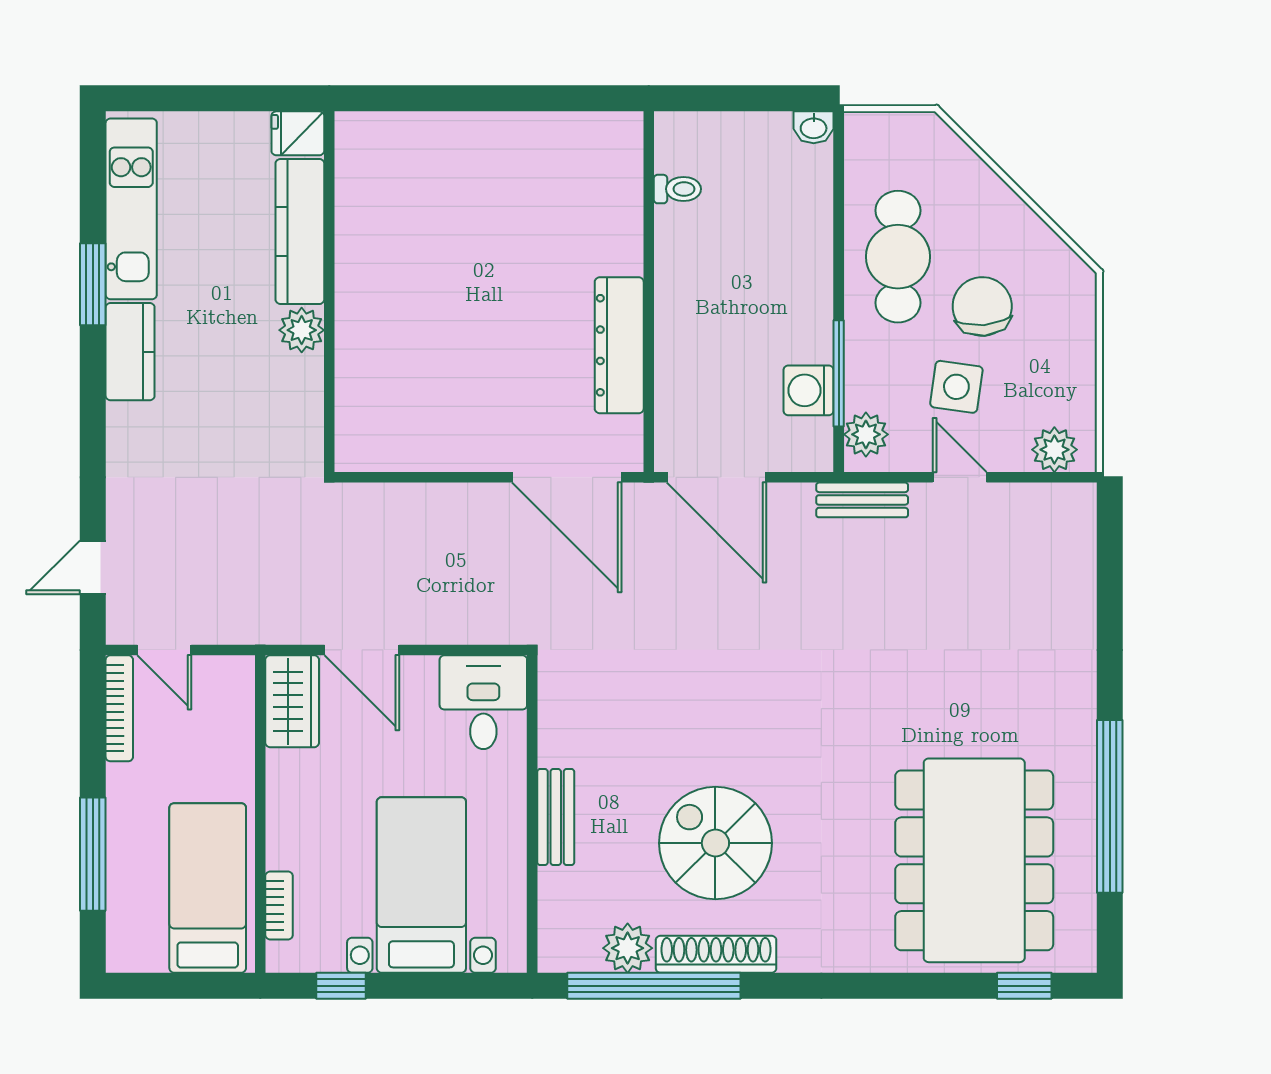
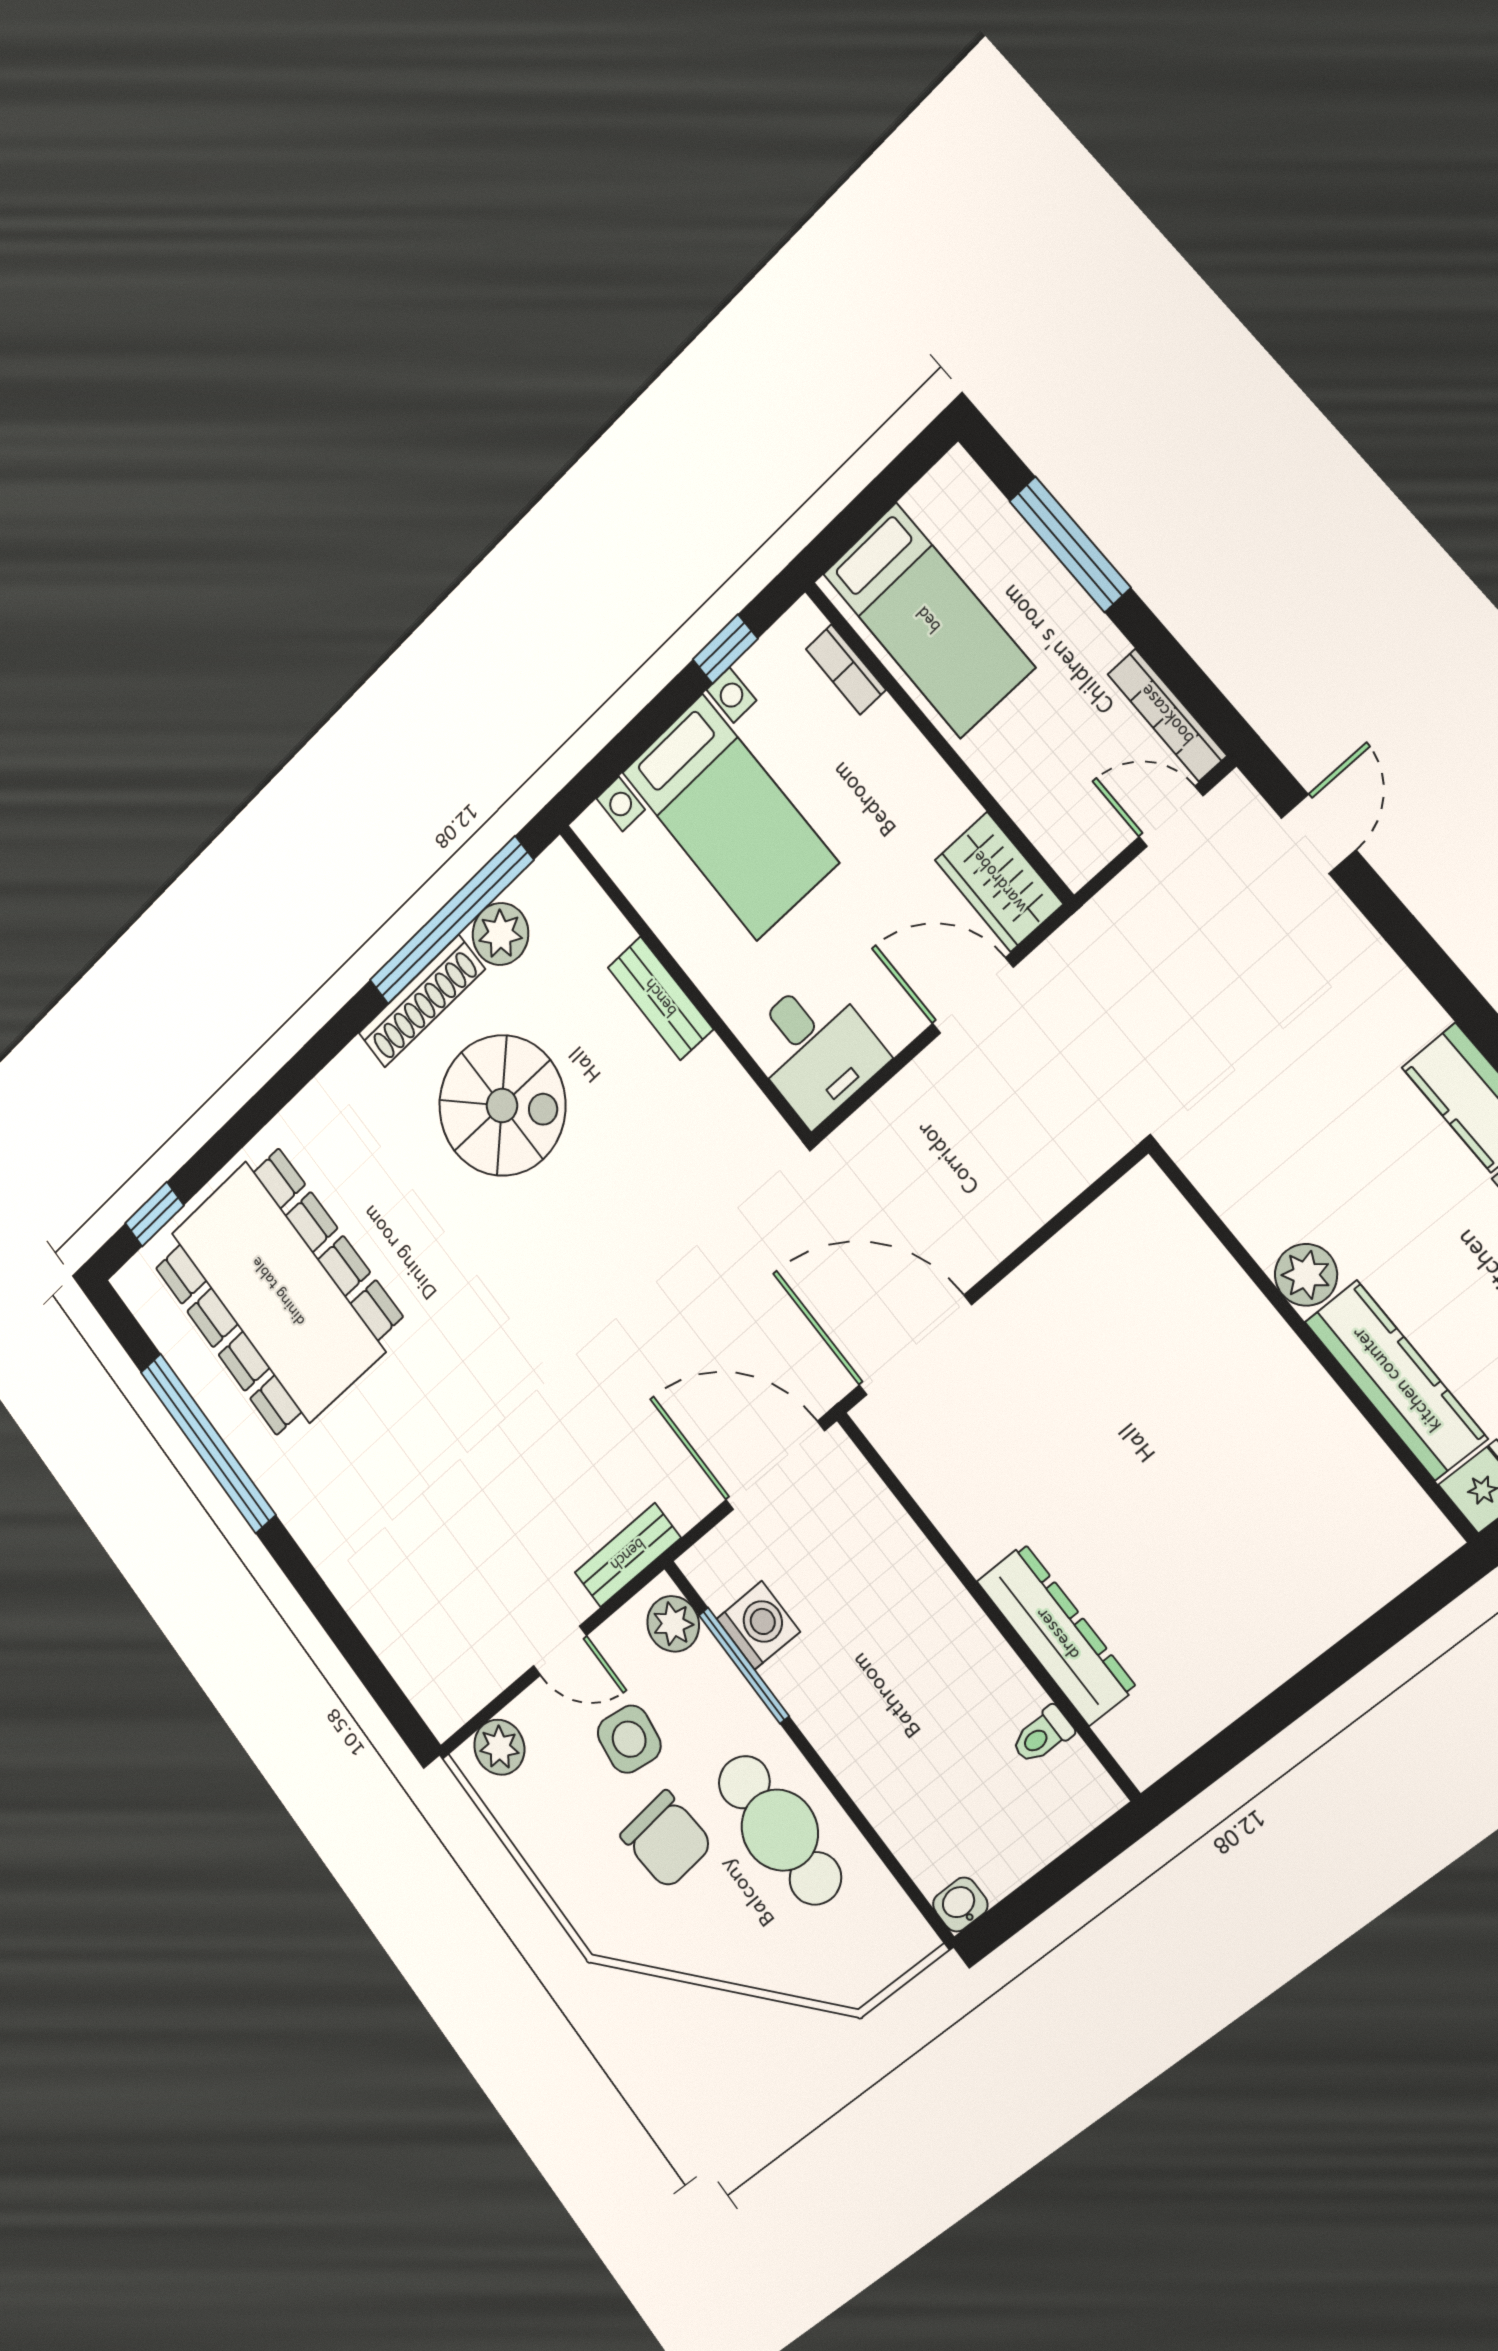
dresser: (619, 345) -> (1057, 1634), moved

